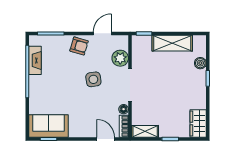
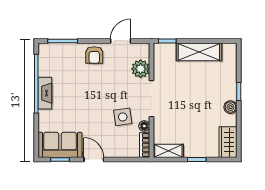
armchair: (79, 46) -> (94, 55), turned 74
fireplace: (35, 60) -> (45, 93), moved
boiler: (200, 63) -> (230, 107), moved
side table: (93, 79) -> (123, 117), moved
door: (106, 139) -> (94, 159), moved

